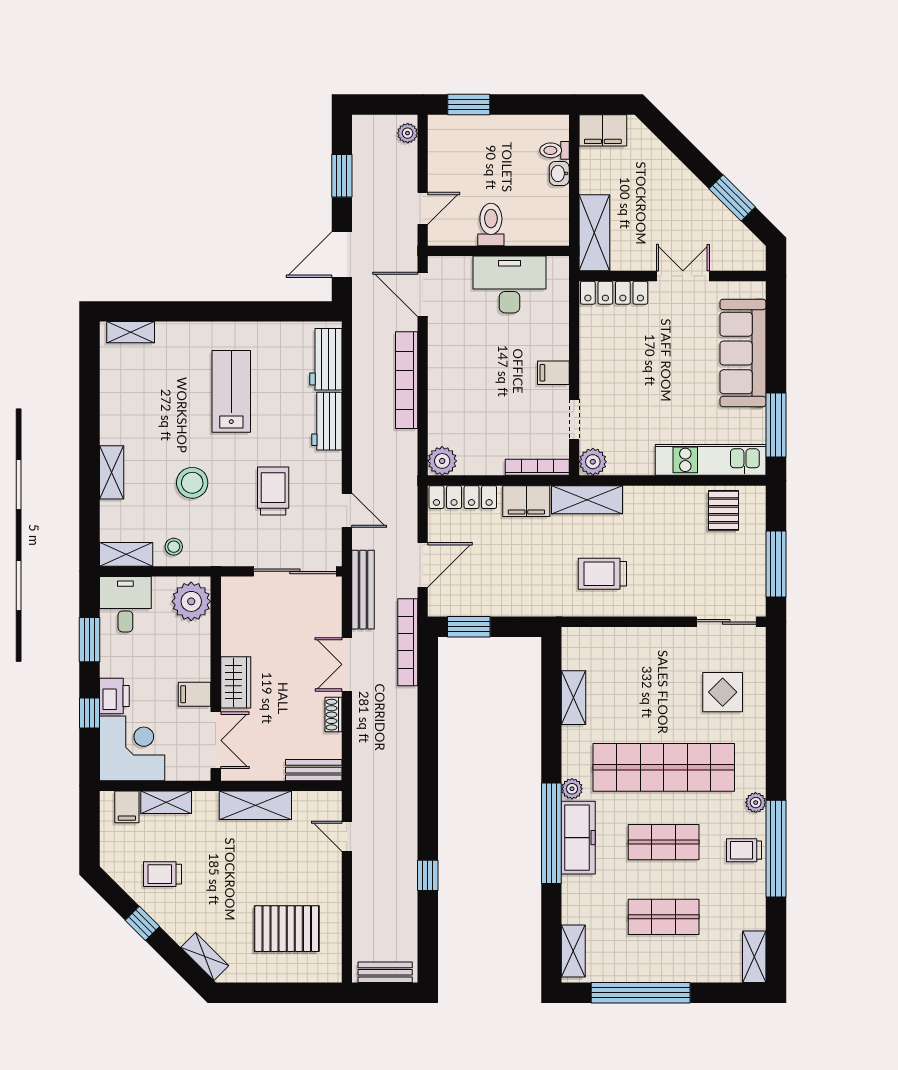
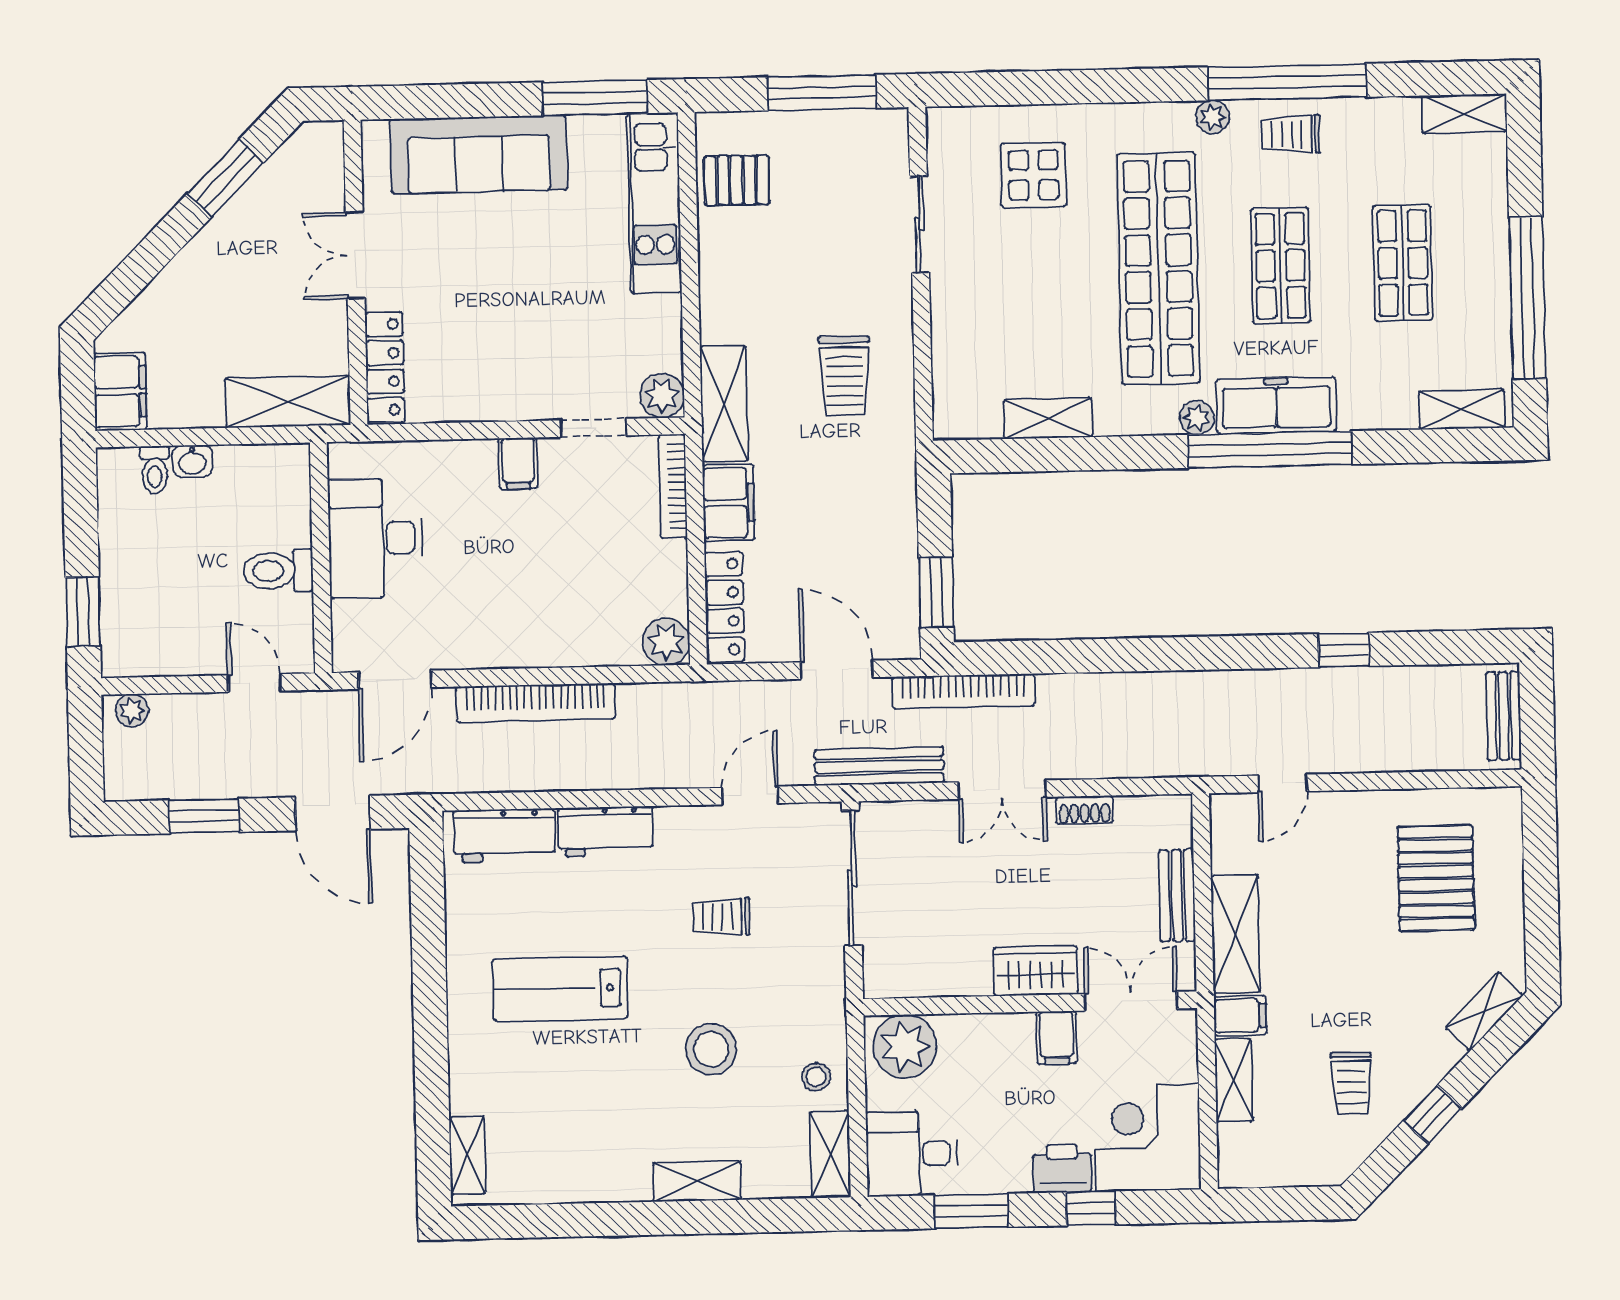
trolley: (273, 491) -> (721, 917), width x0.73, depth x0.72
sliding door: (726, 622) -> (920, 224), moved
bench: (314, 770) -> (1177, 896), moved
filing cabinet: (127, 807) -> (1240, 1016), moved
trolley: (744, 850) -> (1291, 134), turned 90

